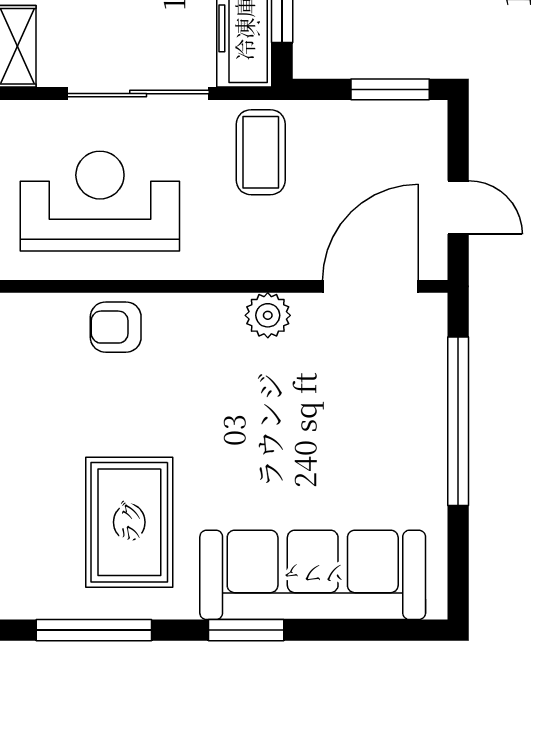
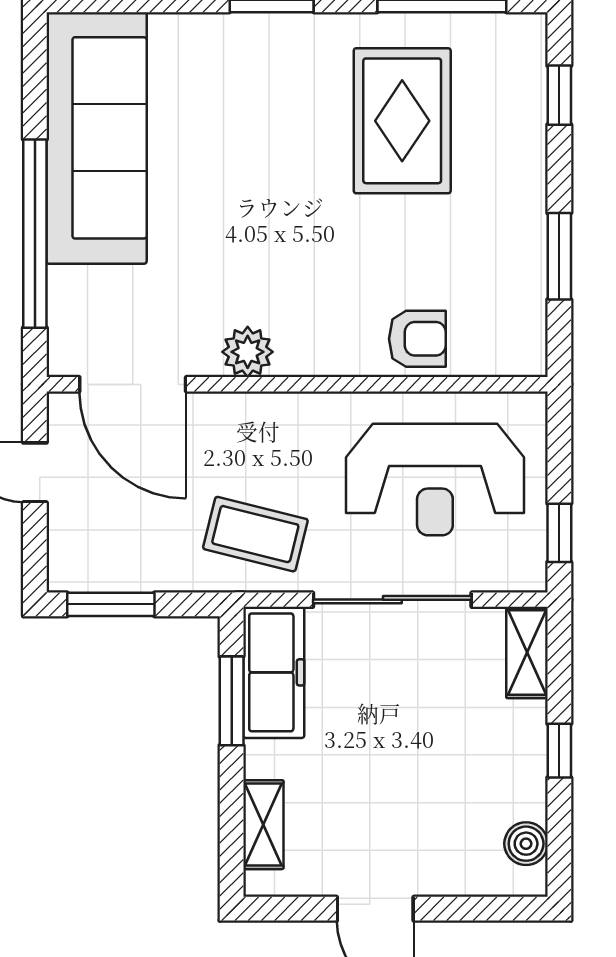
coffee table: (261, 152) -> (255, 534), turned -76
door: (371, 286) -> (133, 384), hinge flipped
sofa: (313, 575) -> (97, 138), moved, turned -90

